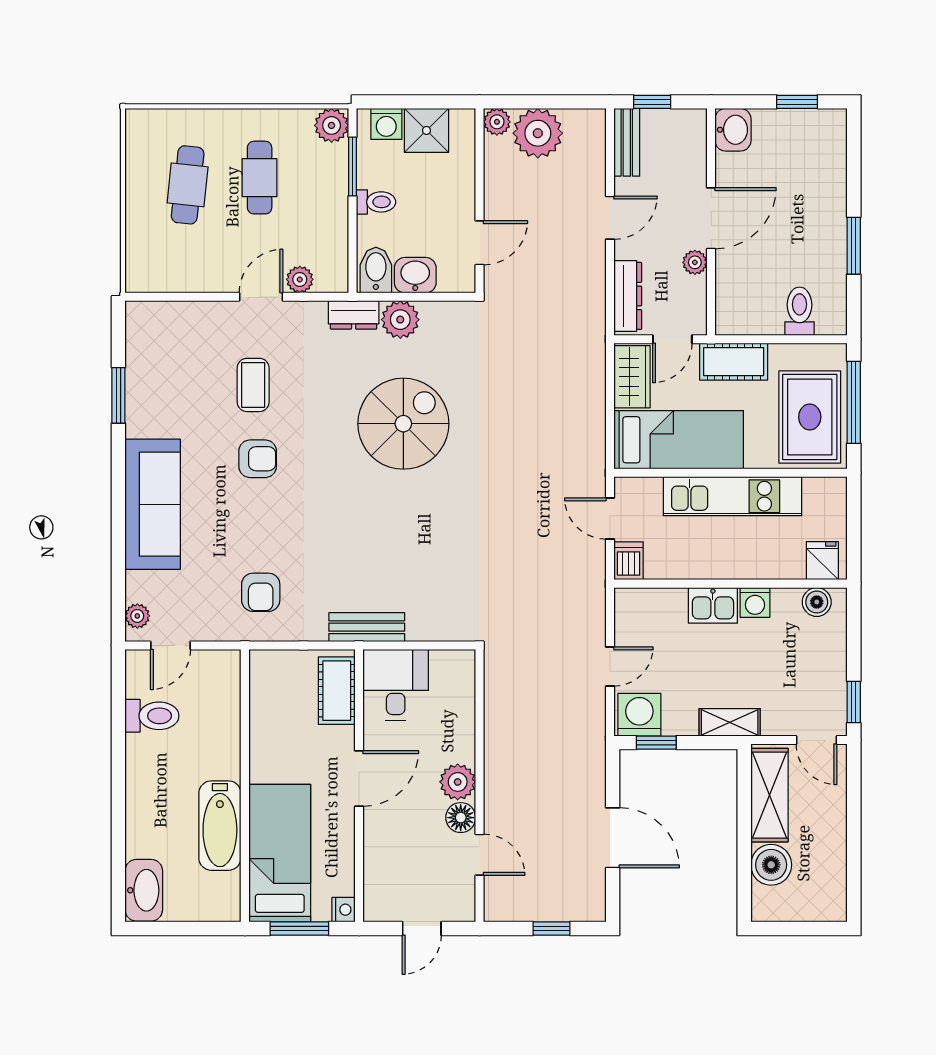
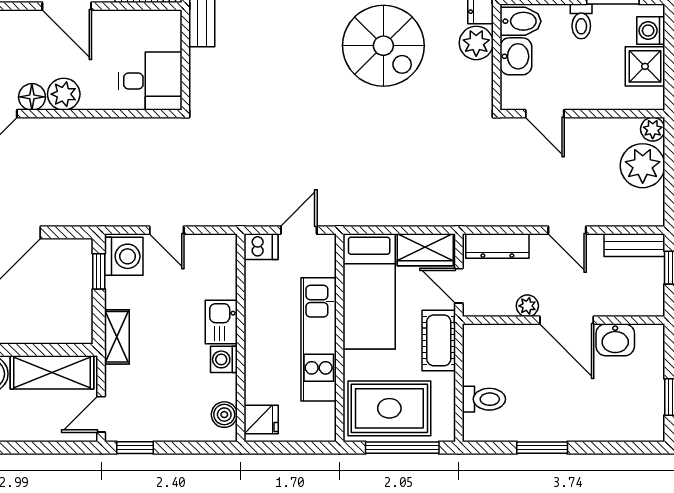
washbasin: (733, 130) -> (615, 340), moved
desk: (396, 685) -> (150, 81), moved

